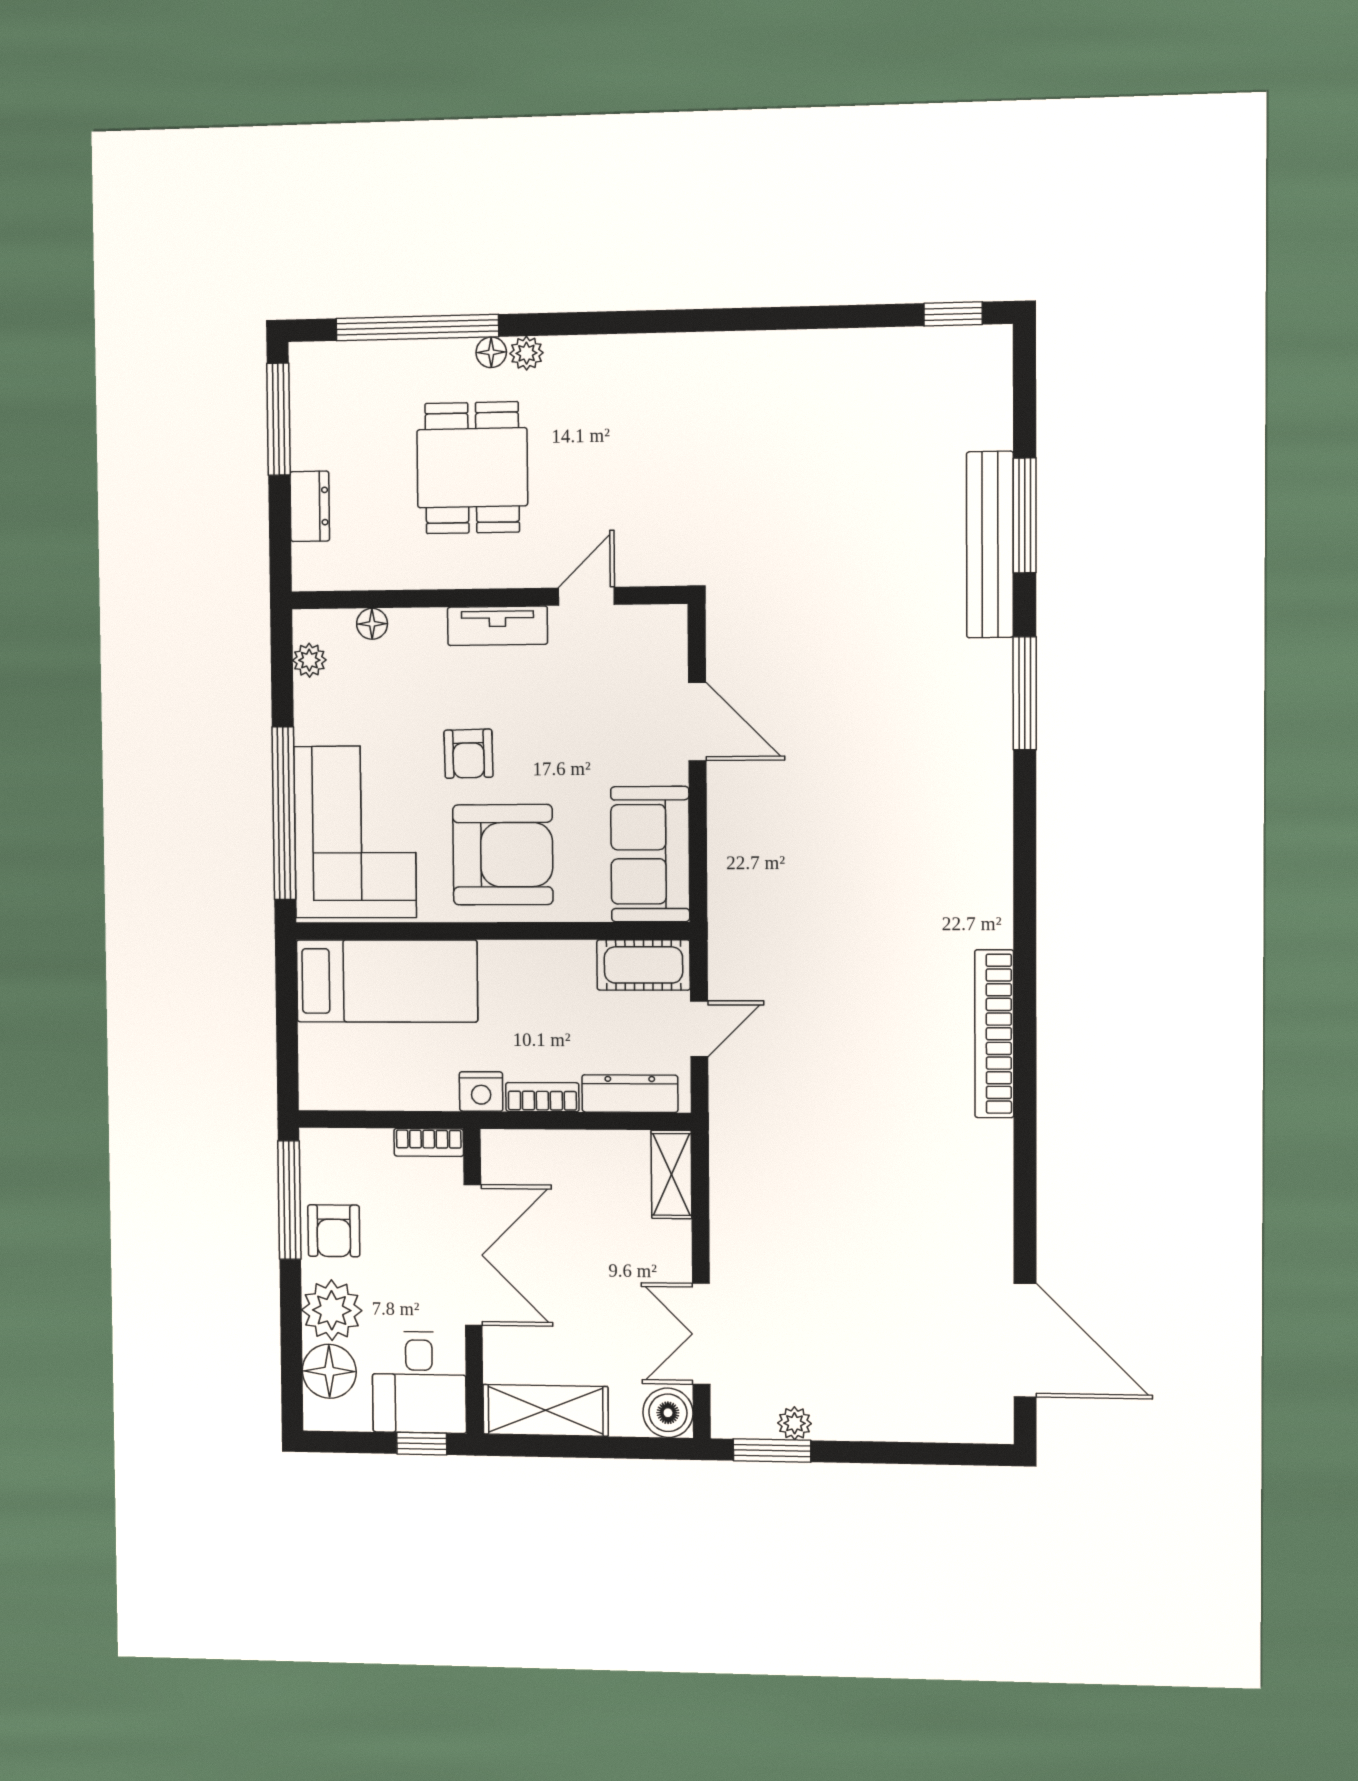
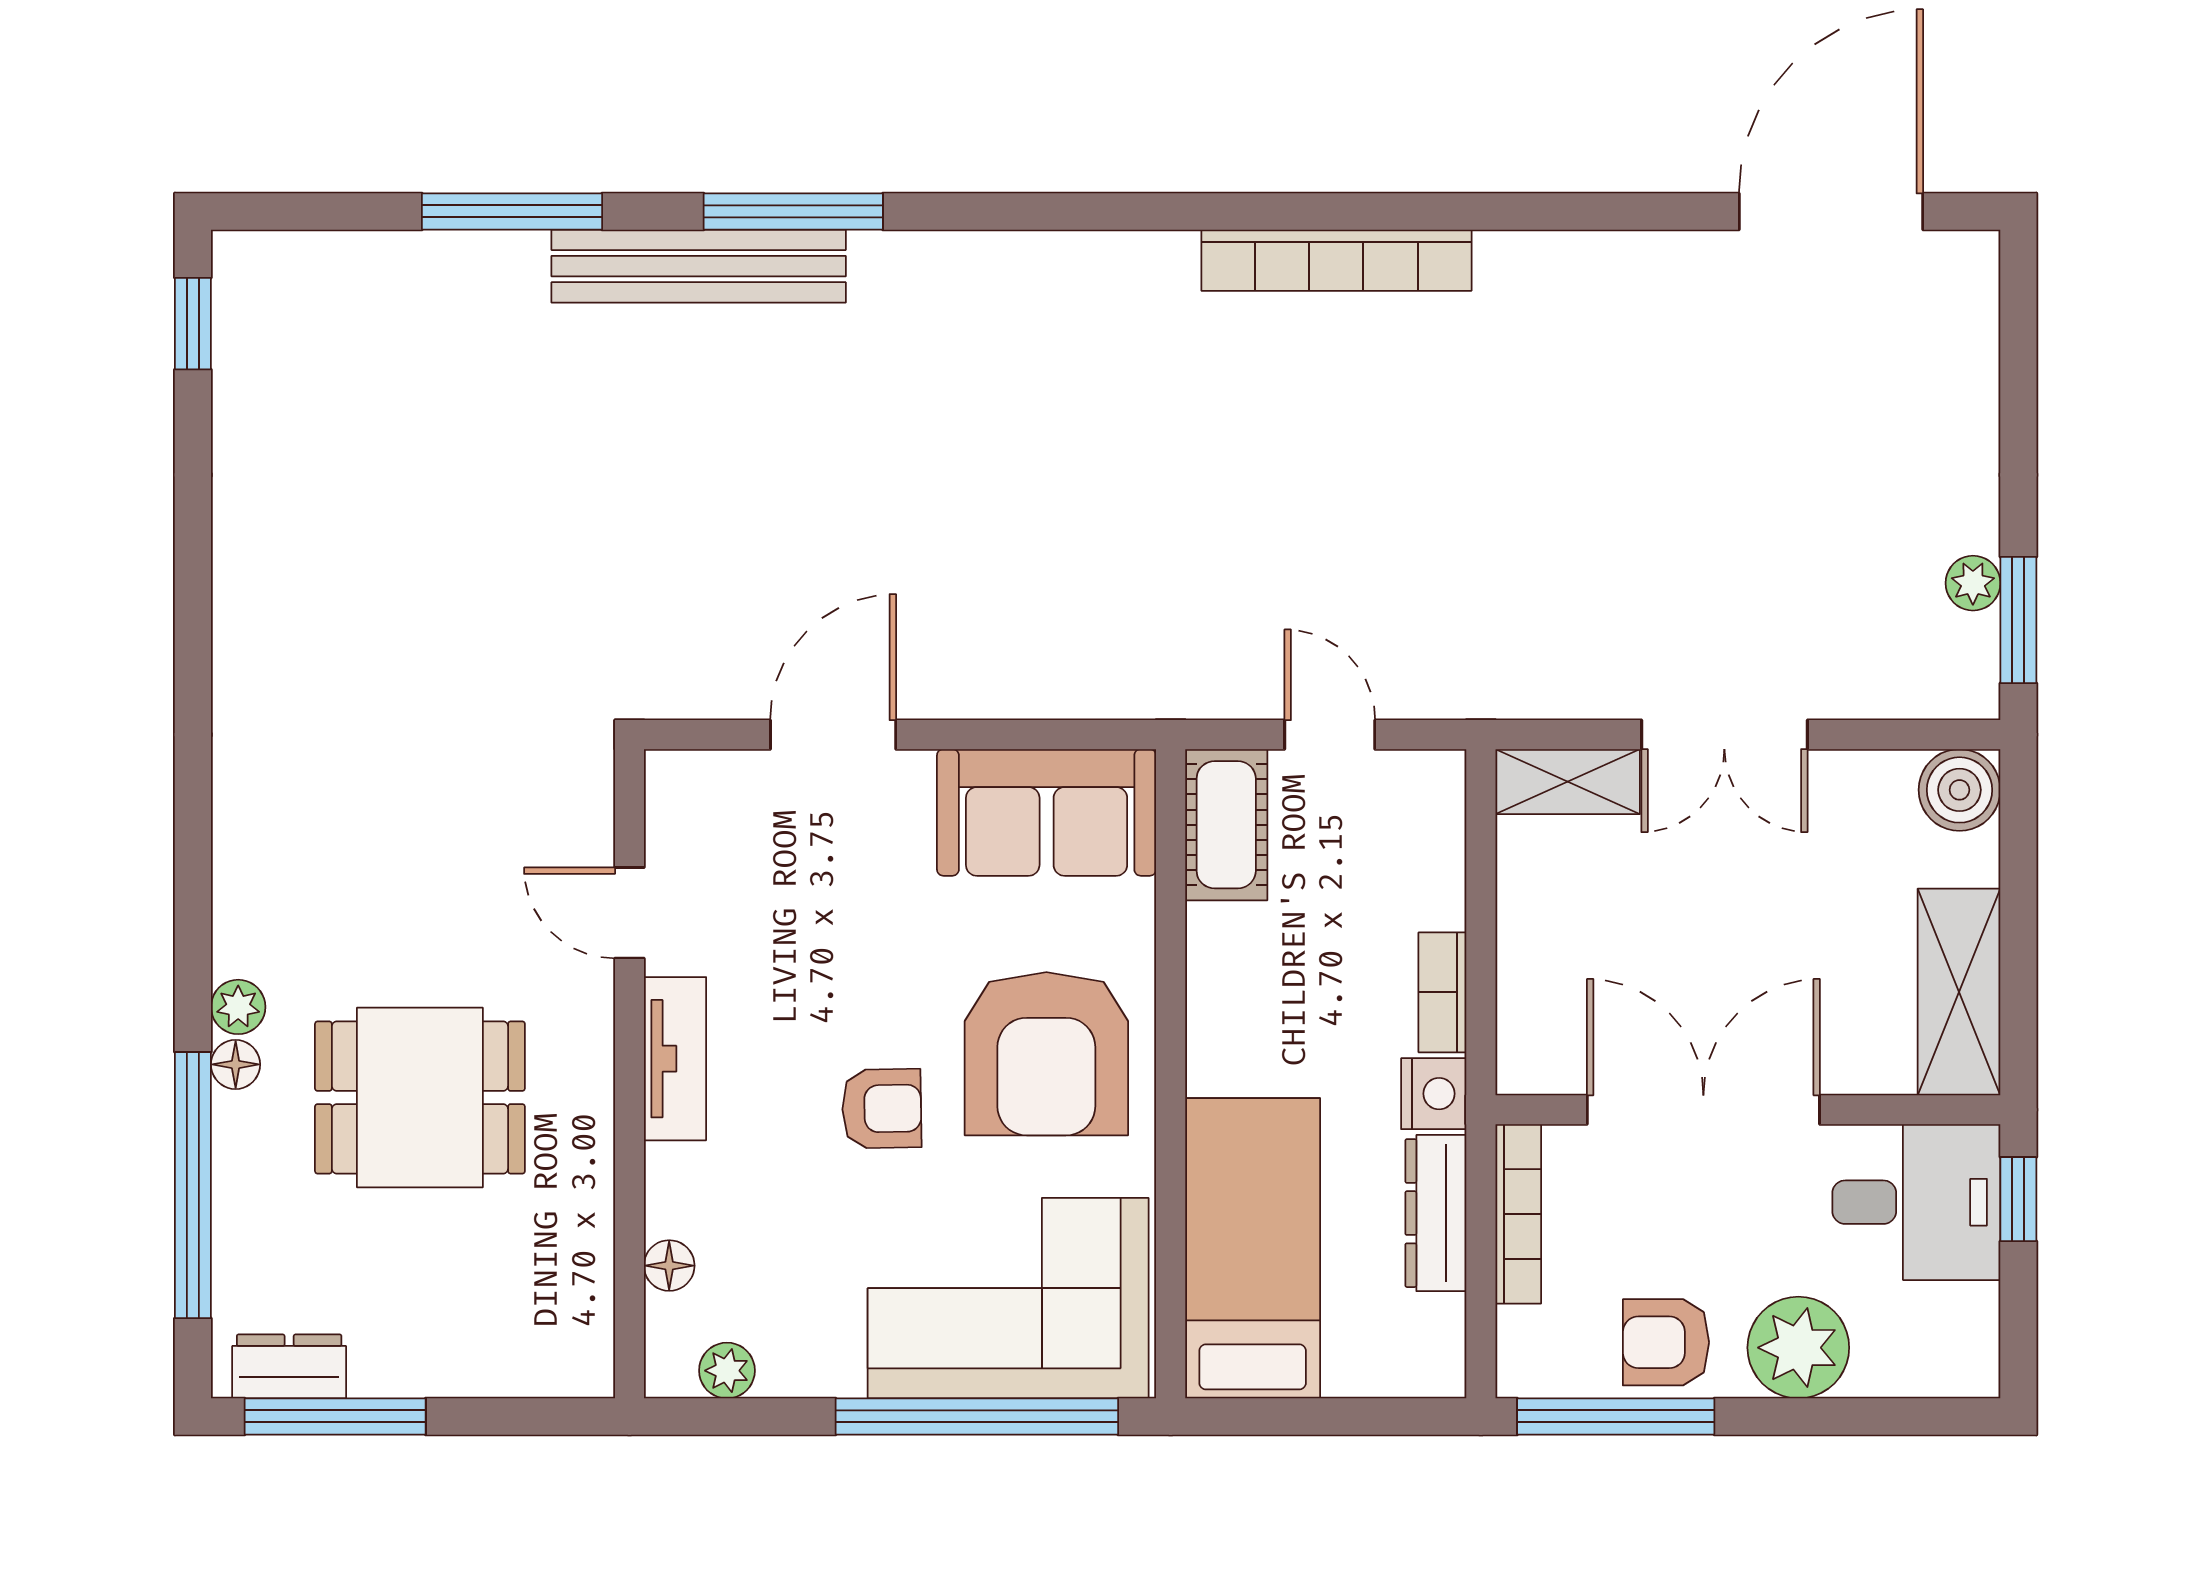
dresser: (310, 506) -> (289, 1366), moved
bench: (990, 545) -> (699, 266), moved
armchair: (503, 855) -> (1046, 1054), turned 180
dresser: (630, 1094) -> (1436, 1213), moved
bookcase: (429, 1142) -> (1518, 1214), width x1.56
armchair: (334, 1231) -> (1666, 1342), turned 180
double door: (701, 1334) -> (1724, 735), moved
floor lamp: (329, 1371) -> (1900, 1353), removed

